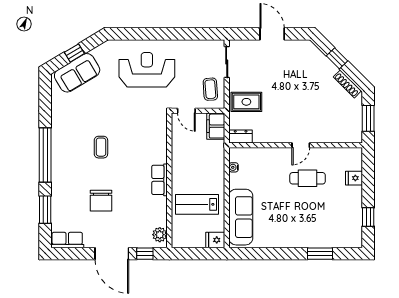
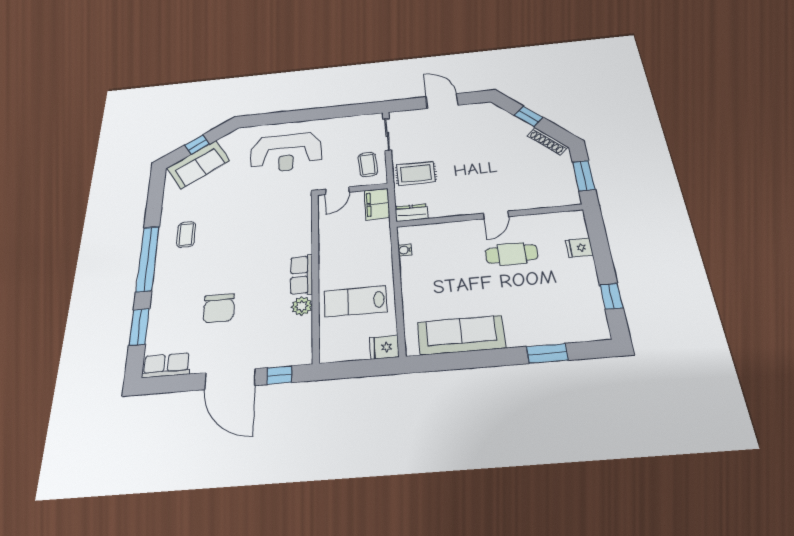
reception desk: (147, 70) -> (286, 152), turned 180
door: (186, 111) -> (337, 191), hinge flipped
coffee table: (101, 147) -> (186, 235), moved
sofa: (241, 217) -> (461, 335), moved, turned -90
plant: (160, 235) -> (302, 306), moved

